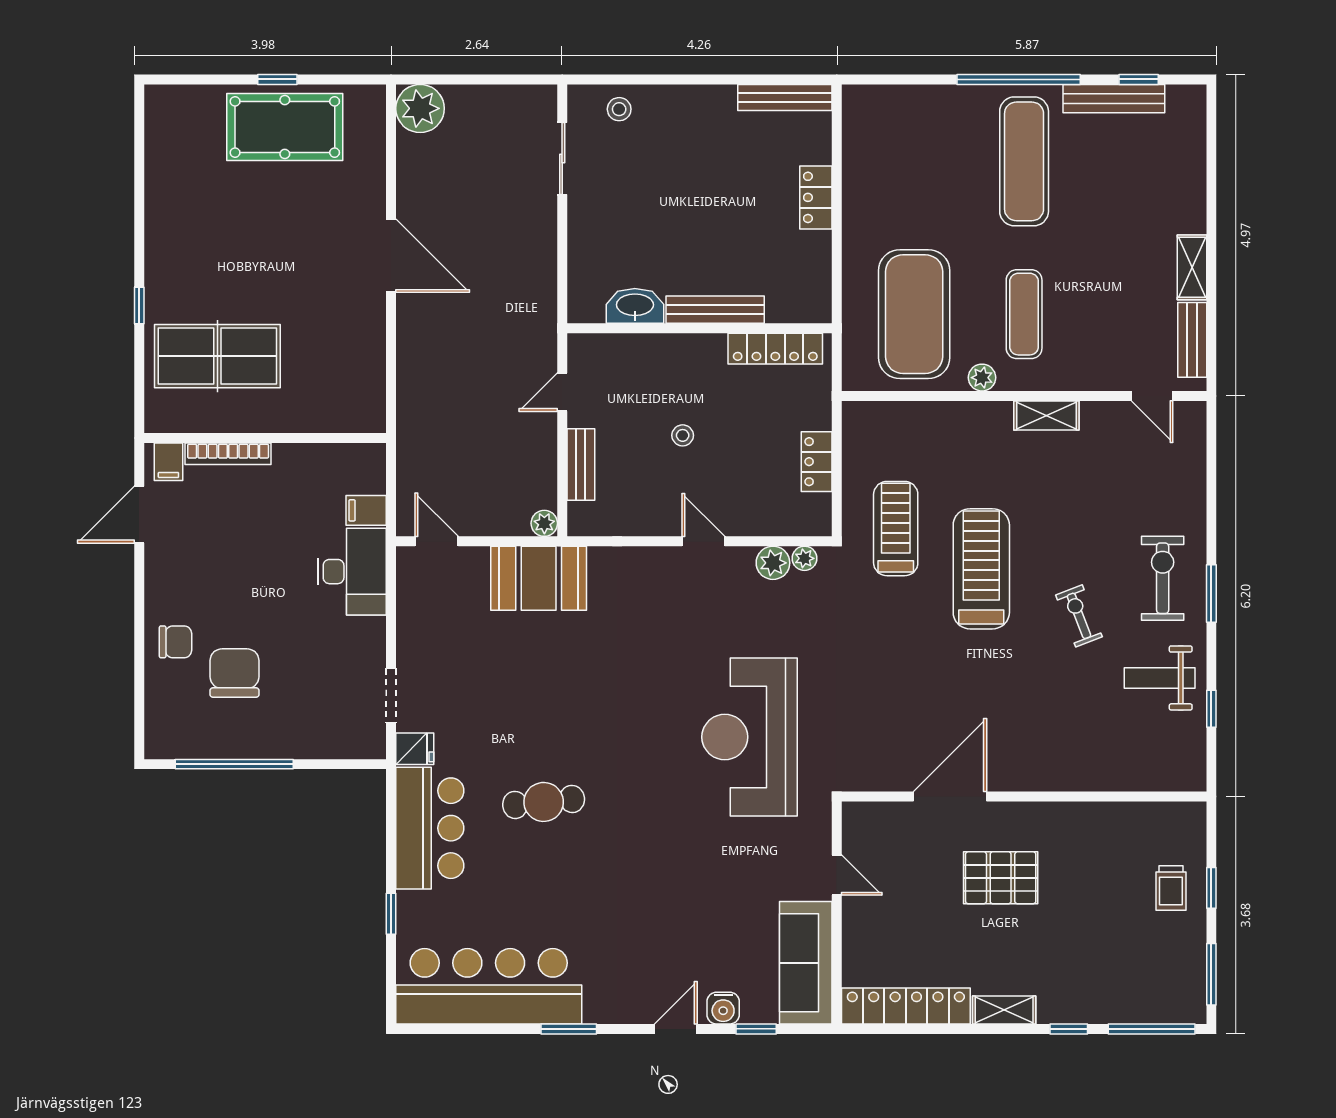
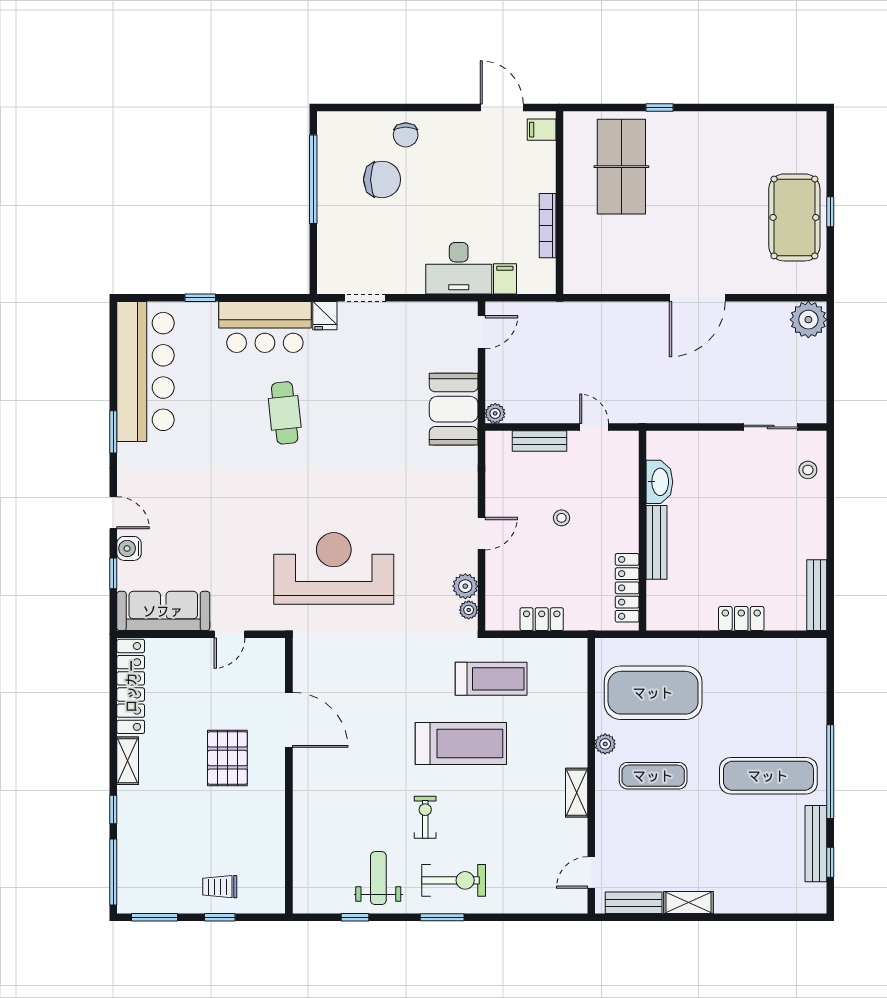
bookcase: (228, 454) -> (548, 226), moved
exercise bike: (1079, 616) -> (425, 817), turned -69

